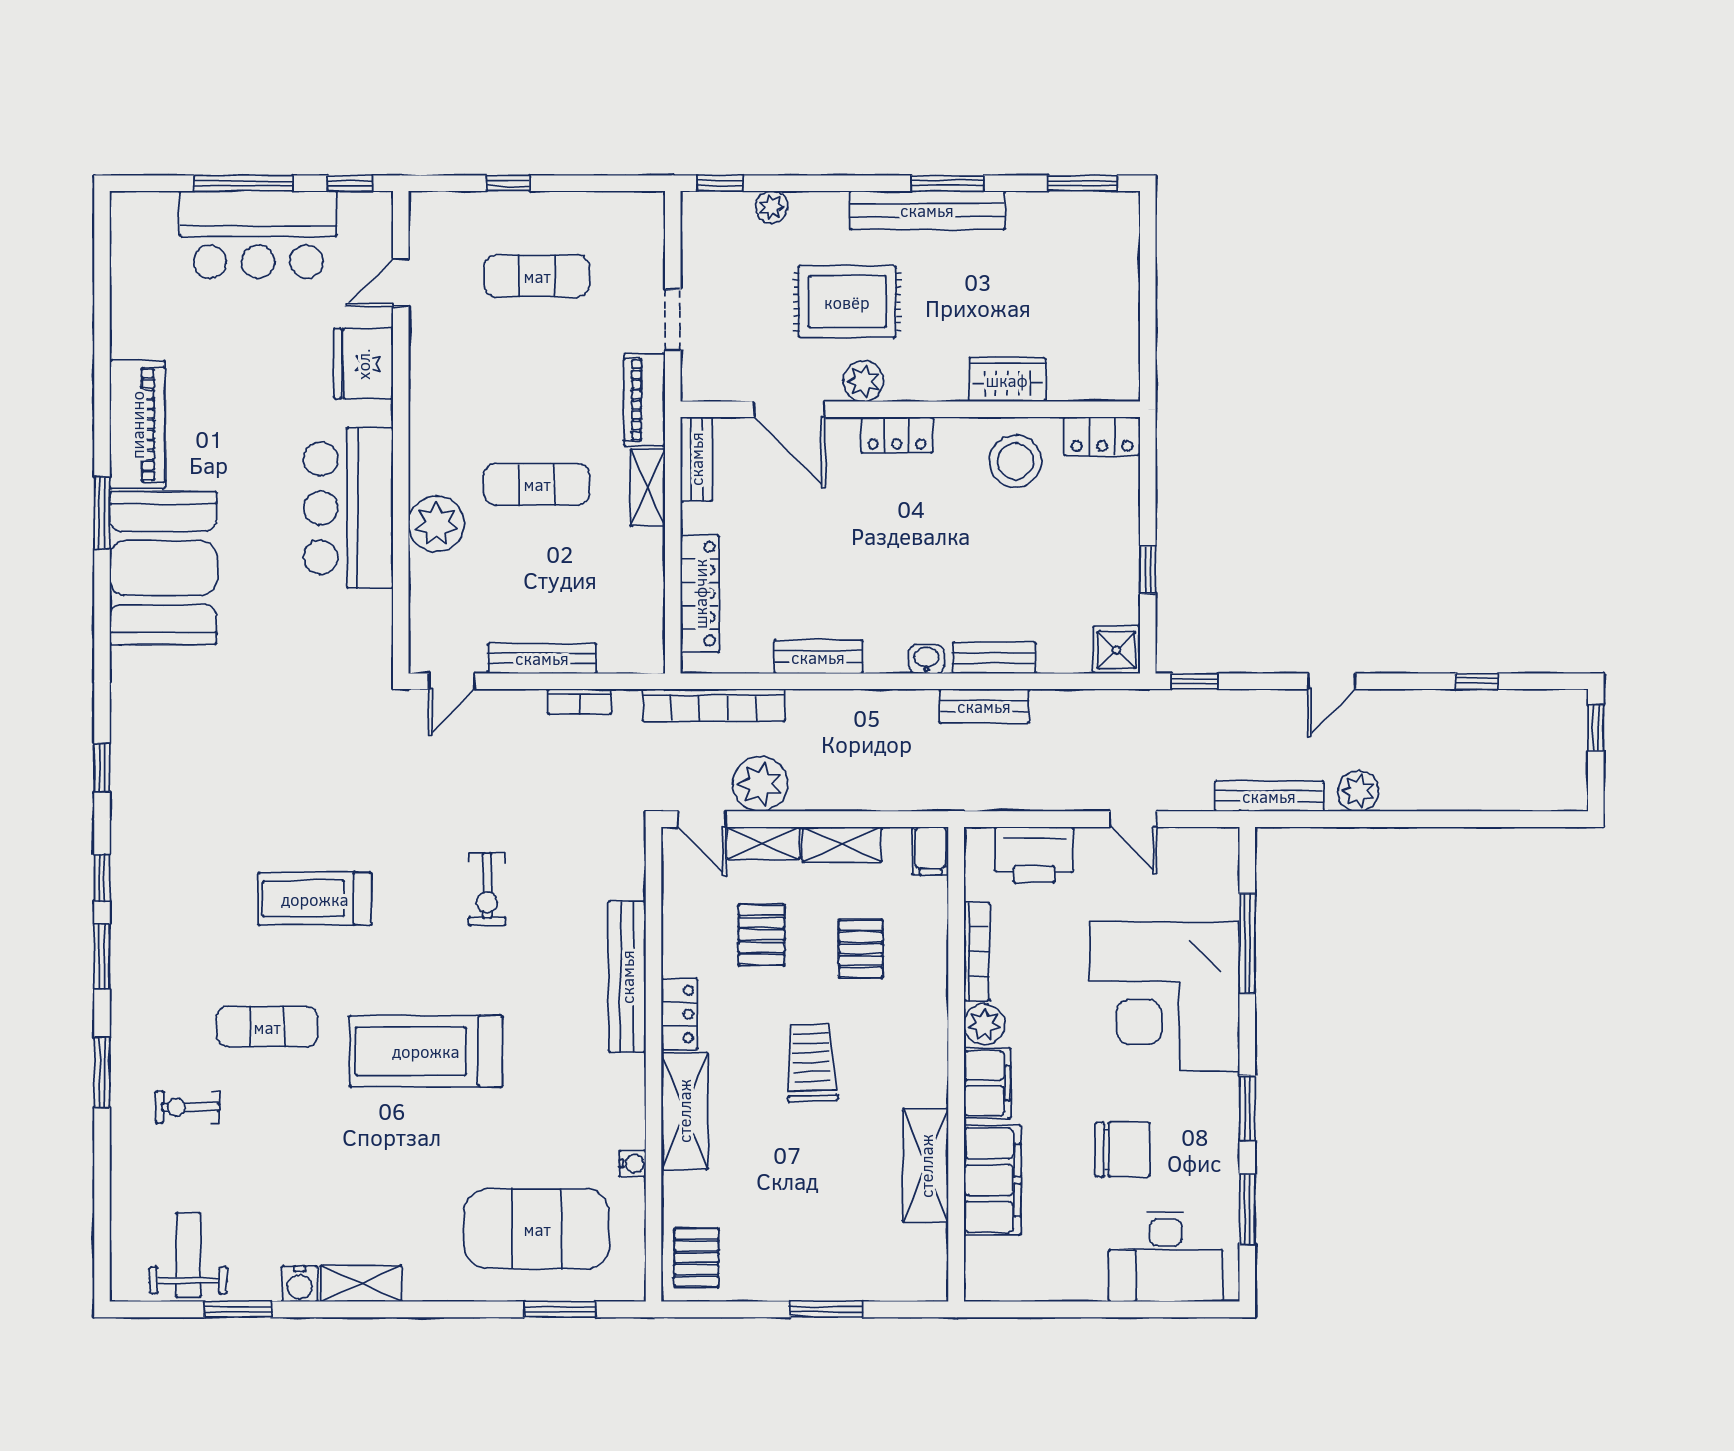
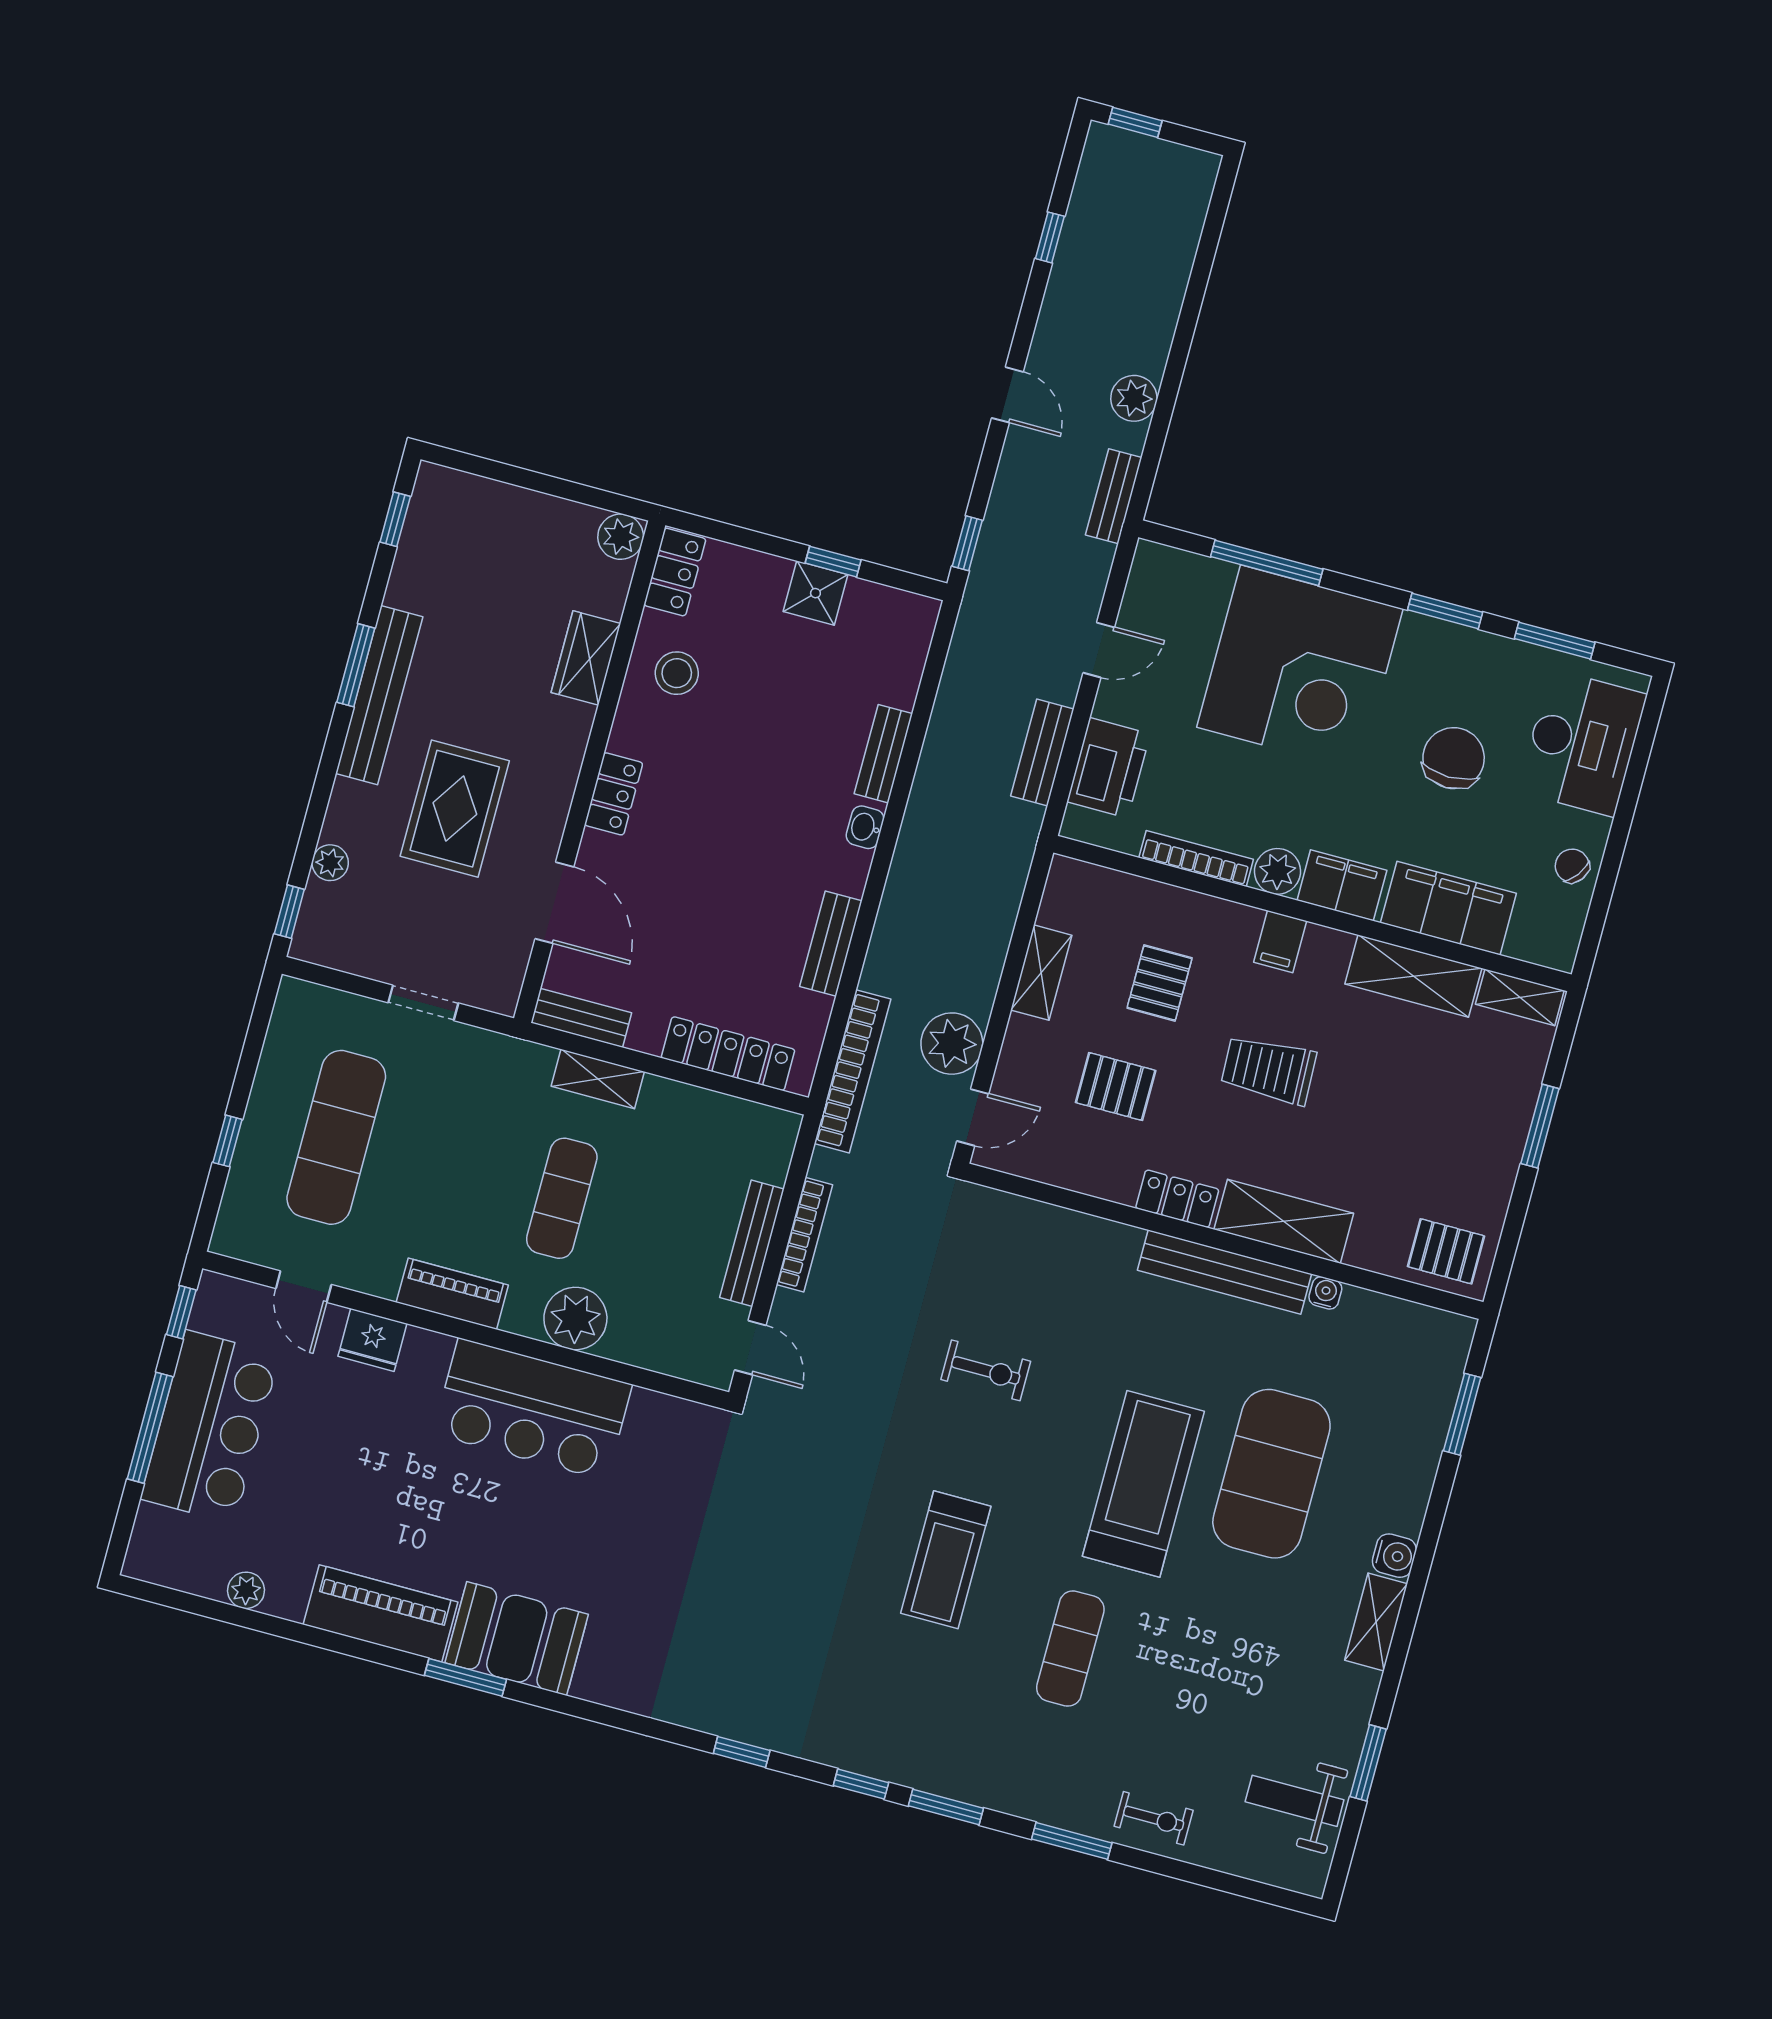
window: (1082, 183) -> (395, 519), width x0.67
exercise mat: (537, 276) -> (336, 1137), width x1.36, depth x1.45
plant: (126, 304) -> (246, 1590), added
fridge: (363, 364) -> (372, 1340), width x0.73, depth x0.75
plant: (863, 381) -> (621, 537), moved
piano: (644, 400) -> (452, 1294), moved, turned 180
door: (789, 409) -> (554, 903), hinge flipped
stool: (1015, 461) -> (677, 673), width x0.73, depth x0.73
booth: (163, 568) -> (517, 1639), width x0.73, depth x0.70
shower: (1116, 650) -> (815, 593), moved
bookcase: (580, 702) -> (804, 1235), width x1.56
bench: (984, 706) -> (1042, 752), moved
bench: (1269, 796) -> (1114, 496), width x0.73
shelving: (763, 843) -> (1520, 997), moved, turned 90
filing cabinet: (930, 851) -> (1280, 942), moved, turned 90
pallet: (861, 949) -> (1160, 983), turned 90
bench: (627, 977) -> (1224, 1272), moved
treadmill: (426, 1051) -> (1143, 1484), turned 180
exercise bike: (188, 1107) -> (1154, 1818), moved, turned -90
exercise mat: (537, 1229) -> (1271, 1474), moved
chair: (1057, 1277) -> (1572, 866), added
water cooler: (300, 1284) -> (1394, 1556), moved

